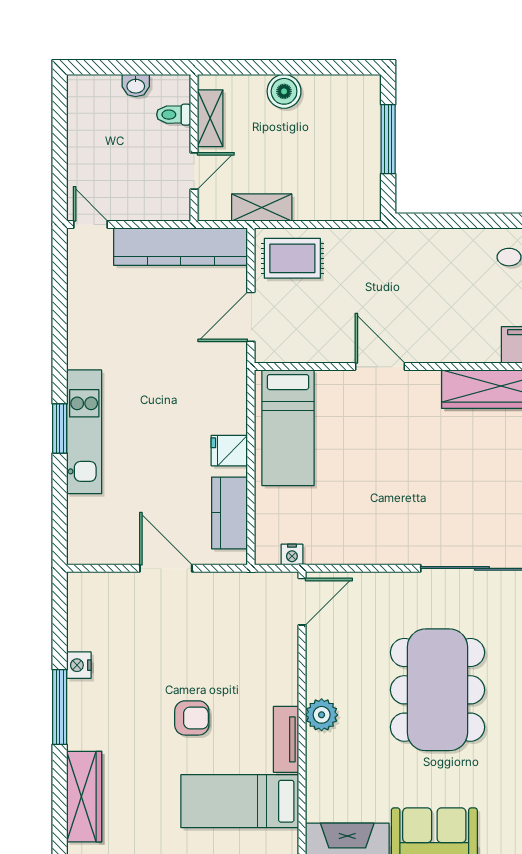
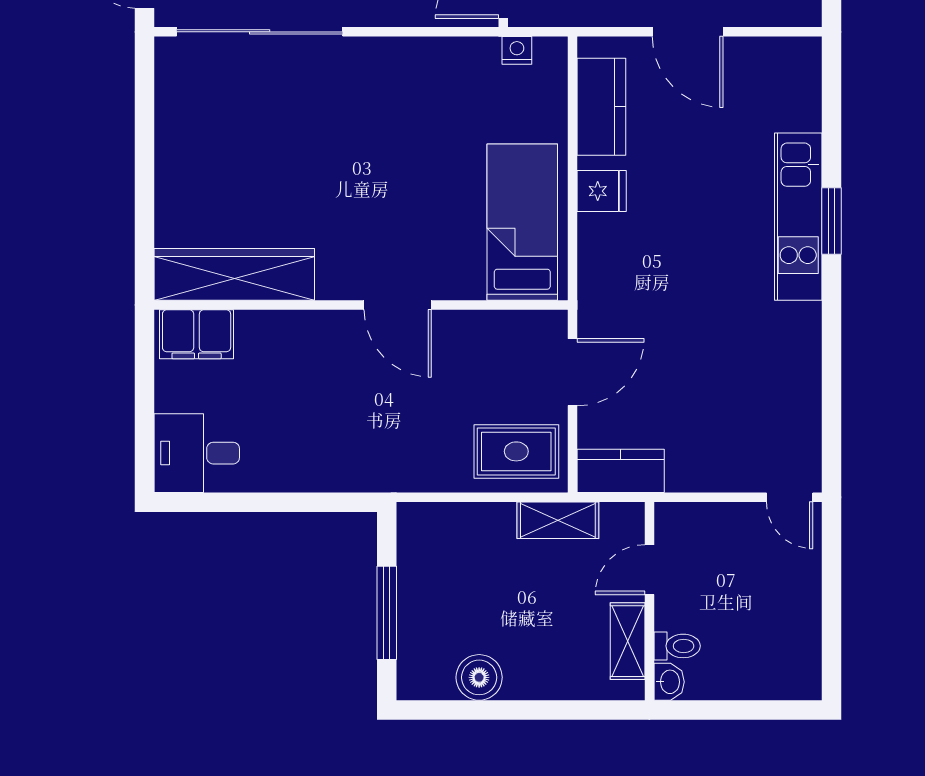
washbasin: (136, 86) -> (669, 682), moved, turned 90
boiler: (284, 91) -> (479, 677), moved
kitchen counter: (181, 247) -> (621, 471), width x0.48, depth x0.86

